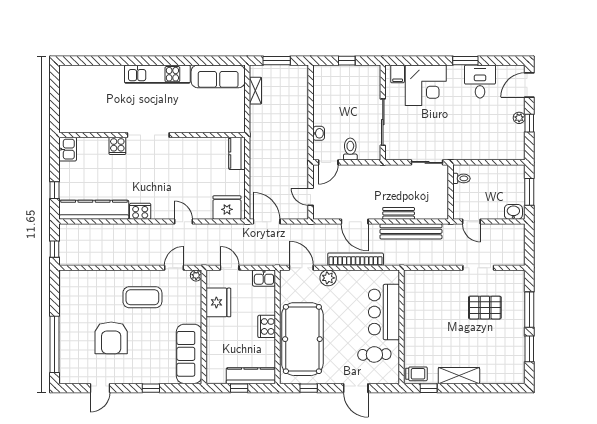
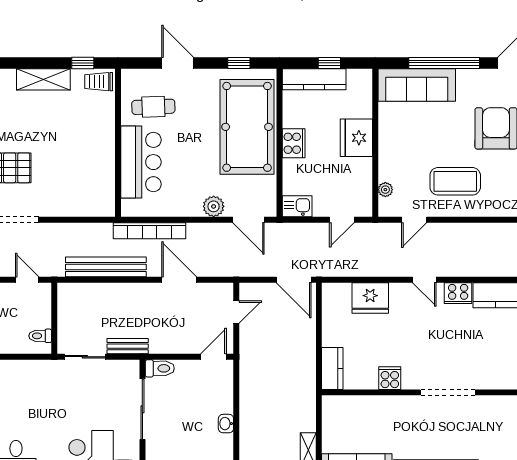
washbasin: (319, 133) -> (226, 424), moved
cooker: (117, 146) -> (390, 378), moved
toilet: (350, 149) -> (160, 368), moved, turned -90
door: (311, 197) -> (236, 312), hinge flipped
fridge: (227, 208) -> (370, 298), moved
bench: (399, 213) -> (128, 346), moved
door: (184, 222) -> (424, 280), moved
bookcase: (356, 259) -> (149, 231), moved
door: (230, 268) -> (342, 220), hinge flipped
plant: (196, 275) -> (385, 190), moved
fridge: (218, 302) -> (356, 138), moved
sofa: (189, 354) -> (417, 85), moved, turned 90
window: (151, 388) -> (444, 63), width x3.17

